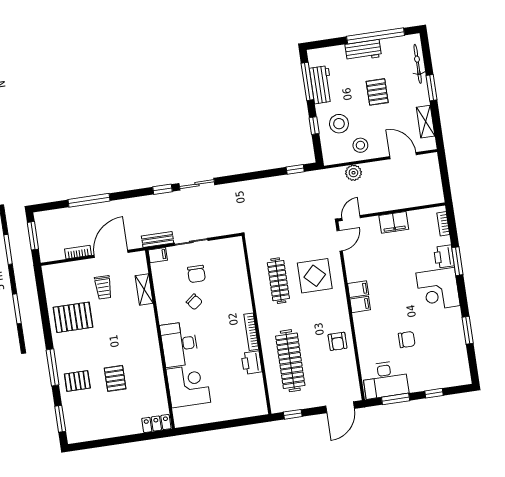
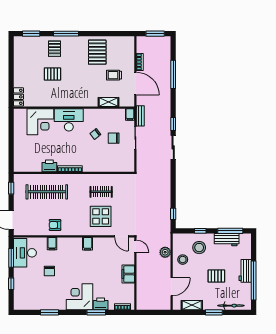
clothes rail: (278, 281) -> (101, 192), width x0.73
filing cabinet: (360, 304) -> (52, 244), moved

